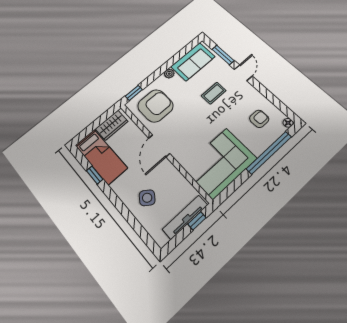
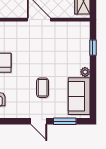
window: (134, 93) -> (93, 48), moved
armchair: (155, 106) -> (69, 42), removed

